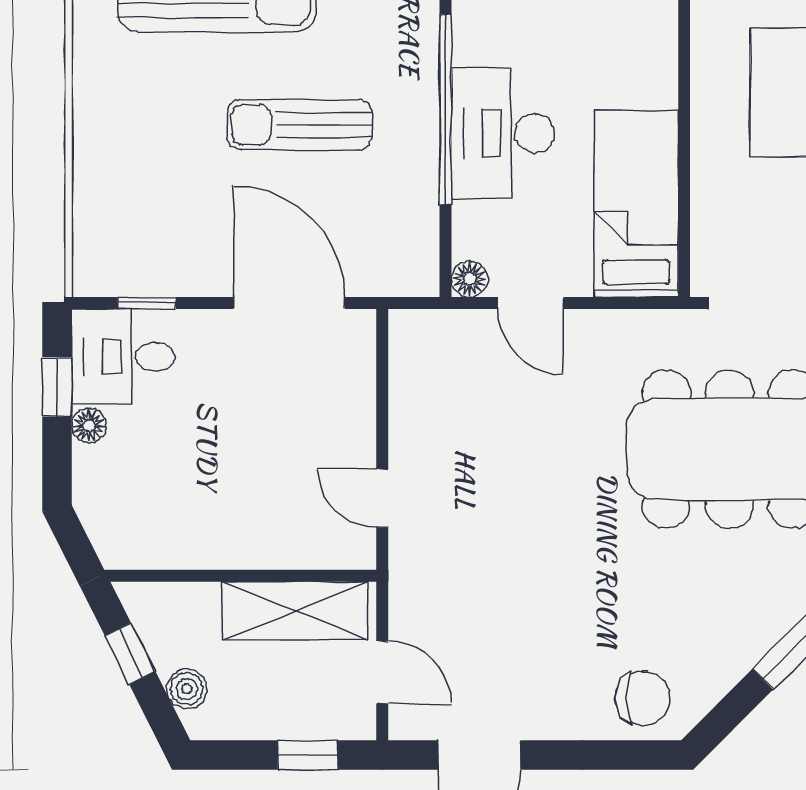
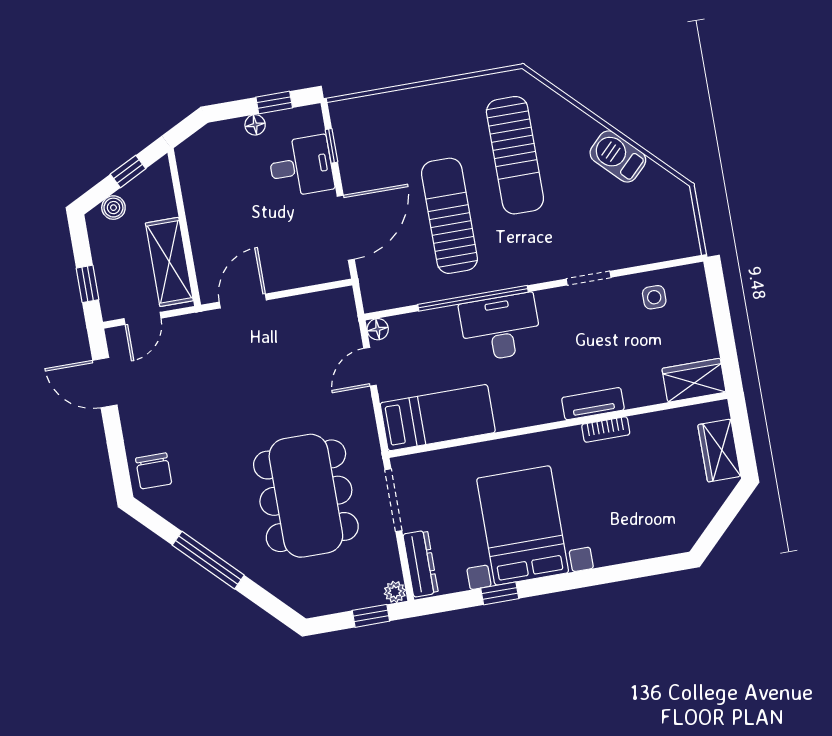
sun lounger: (300, 125) -> (449, 216), width x1.36, depth x1.34
desk: (503, 133) -> (500, 327), moved
desk: (123, 357) -> (301, 166), moved, turned 90
door: (382, 498) -> (243, 301), width x1.38

